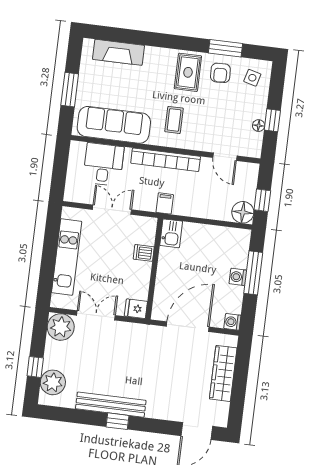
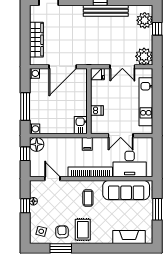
desk: (103, 164) -> (130, 164), width x1.37
washing machine: (238, 277) -> (35, 129), moved

